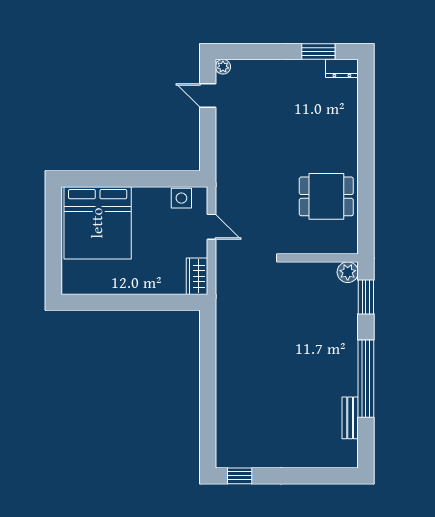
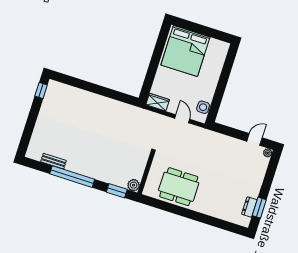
dresser: (342, 68) -> (249, 207), moved
dining table: (326, 196) -> (179, 187), width x1.38
bed: (98, 223) -> (185, 51), moved, turned -90
door: (212, 227) -> (182, 119), swing flipped

